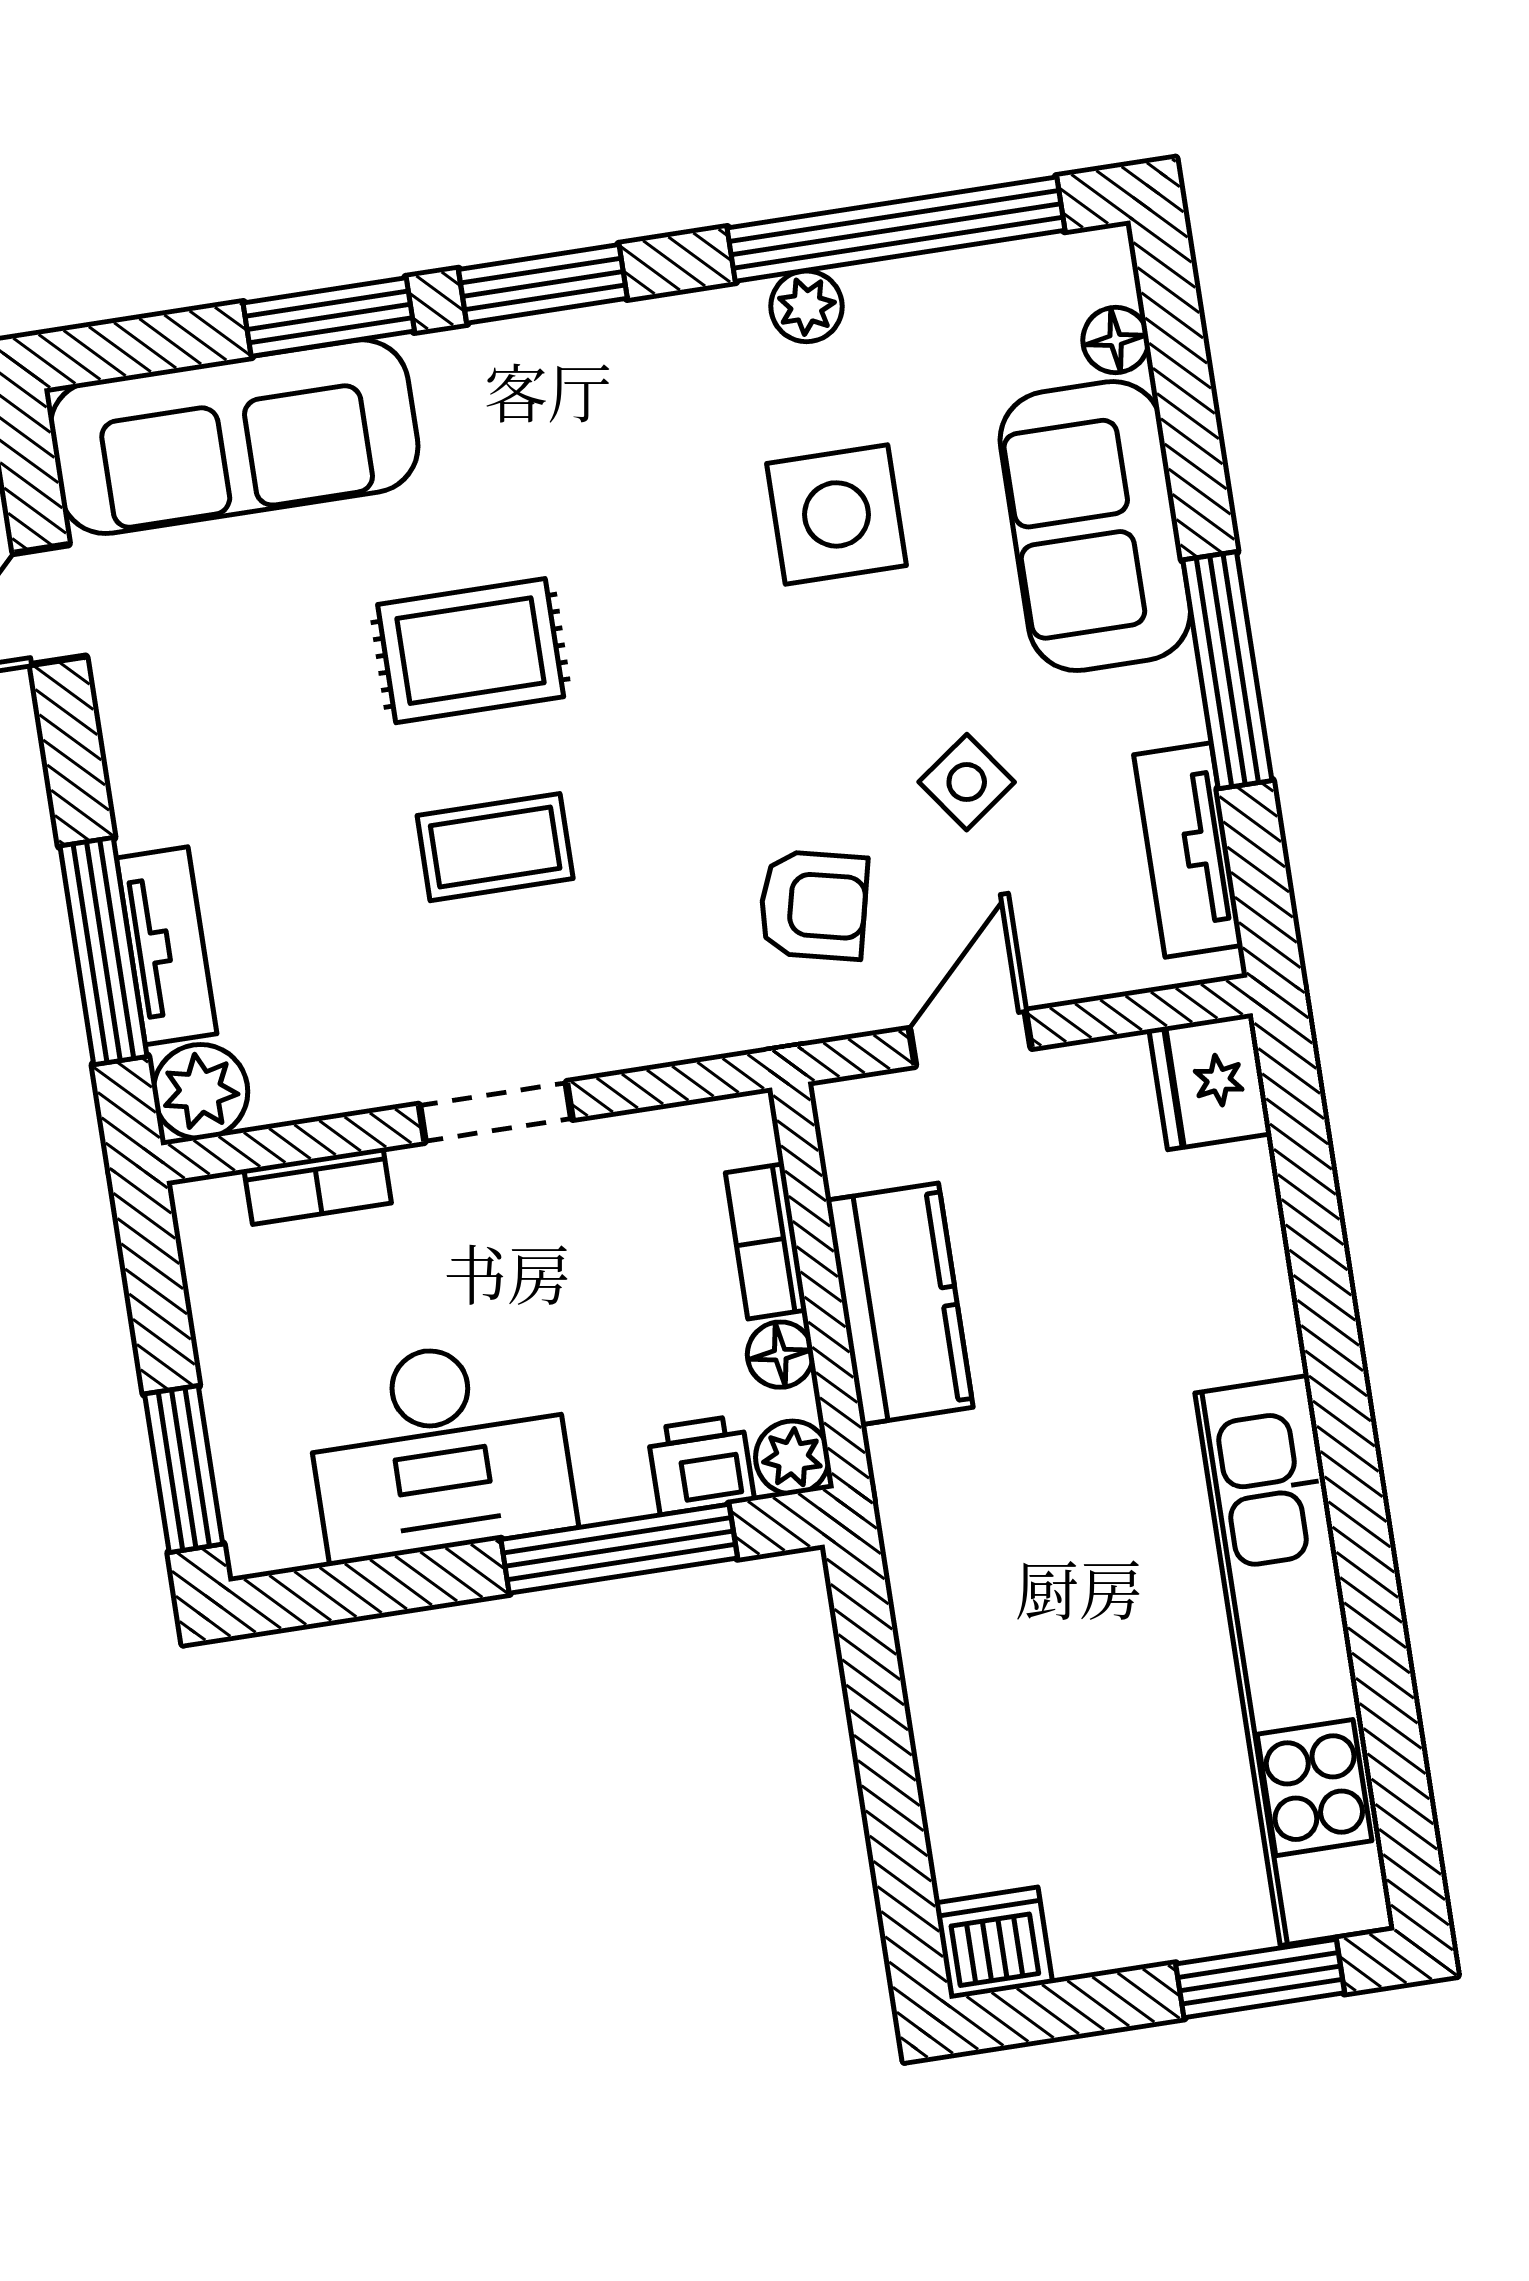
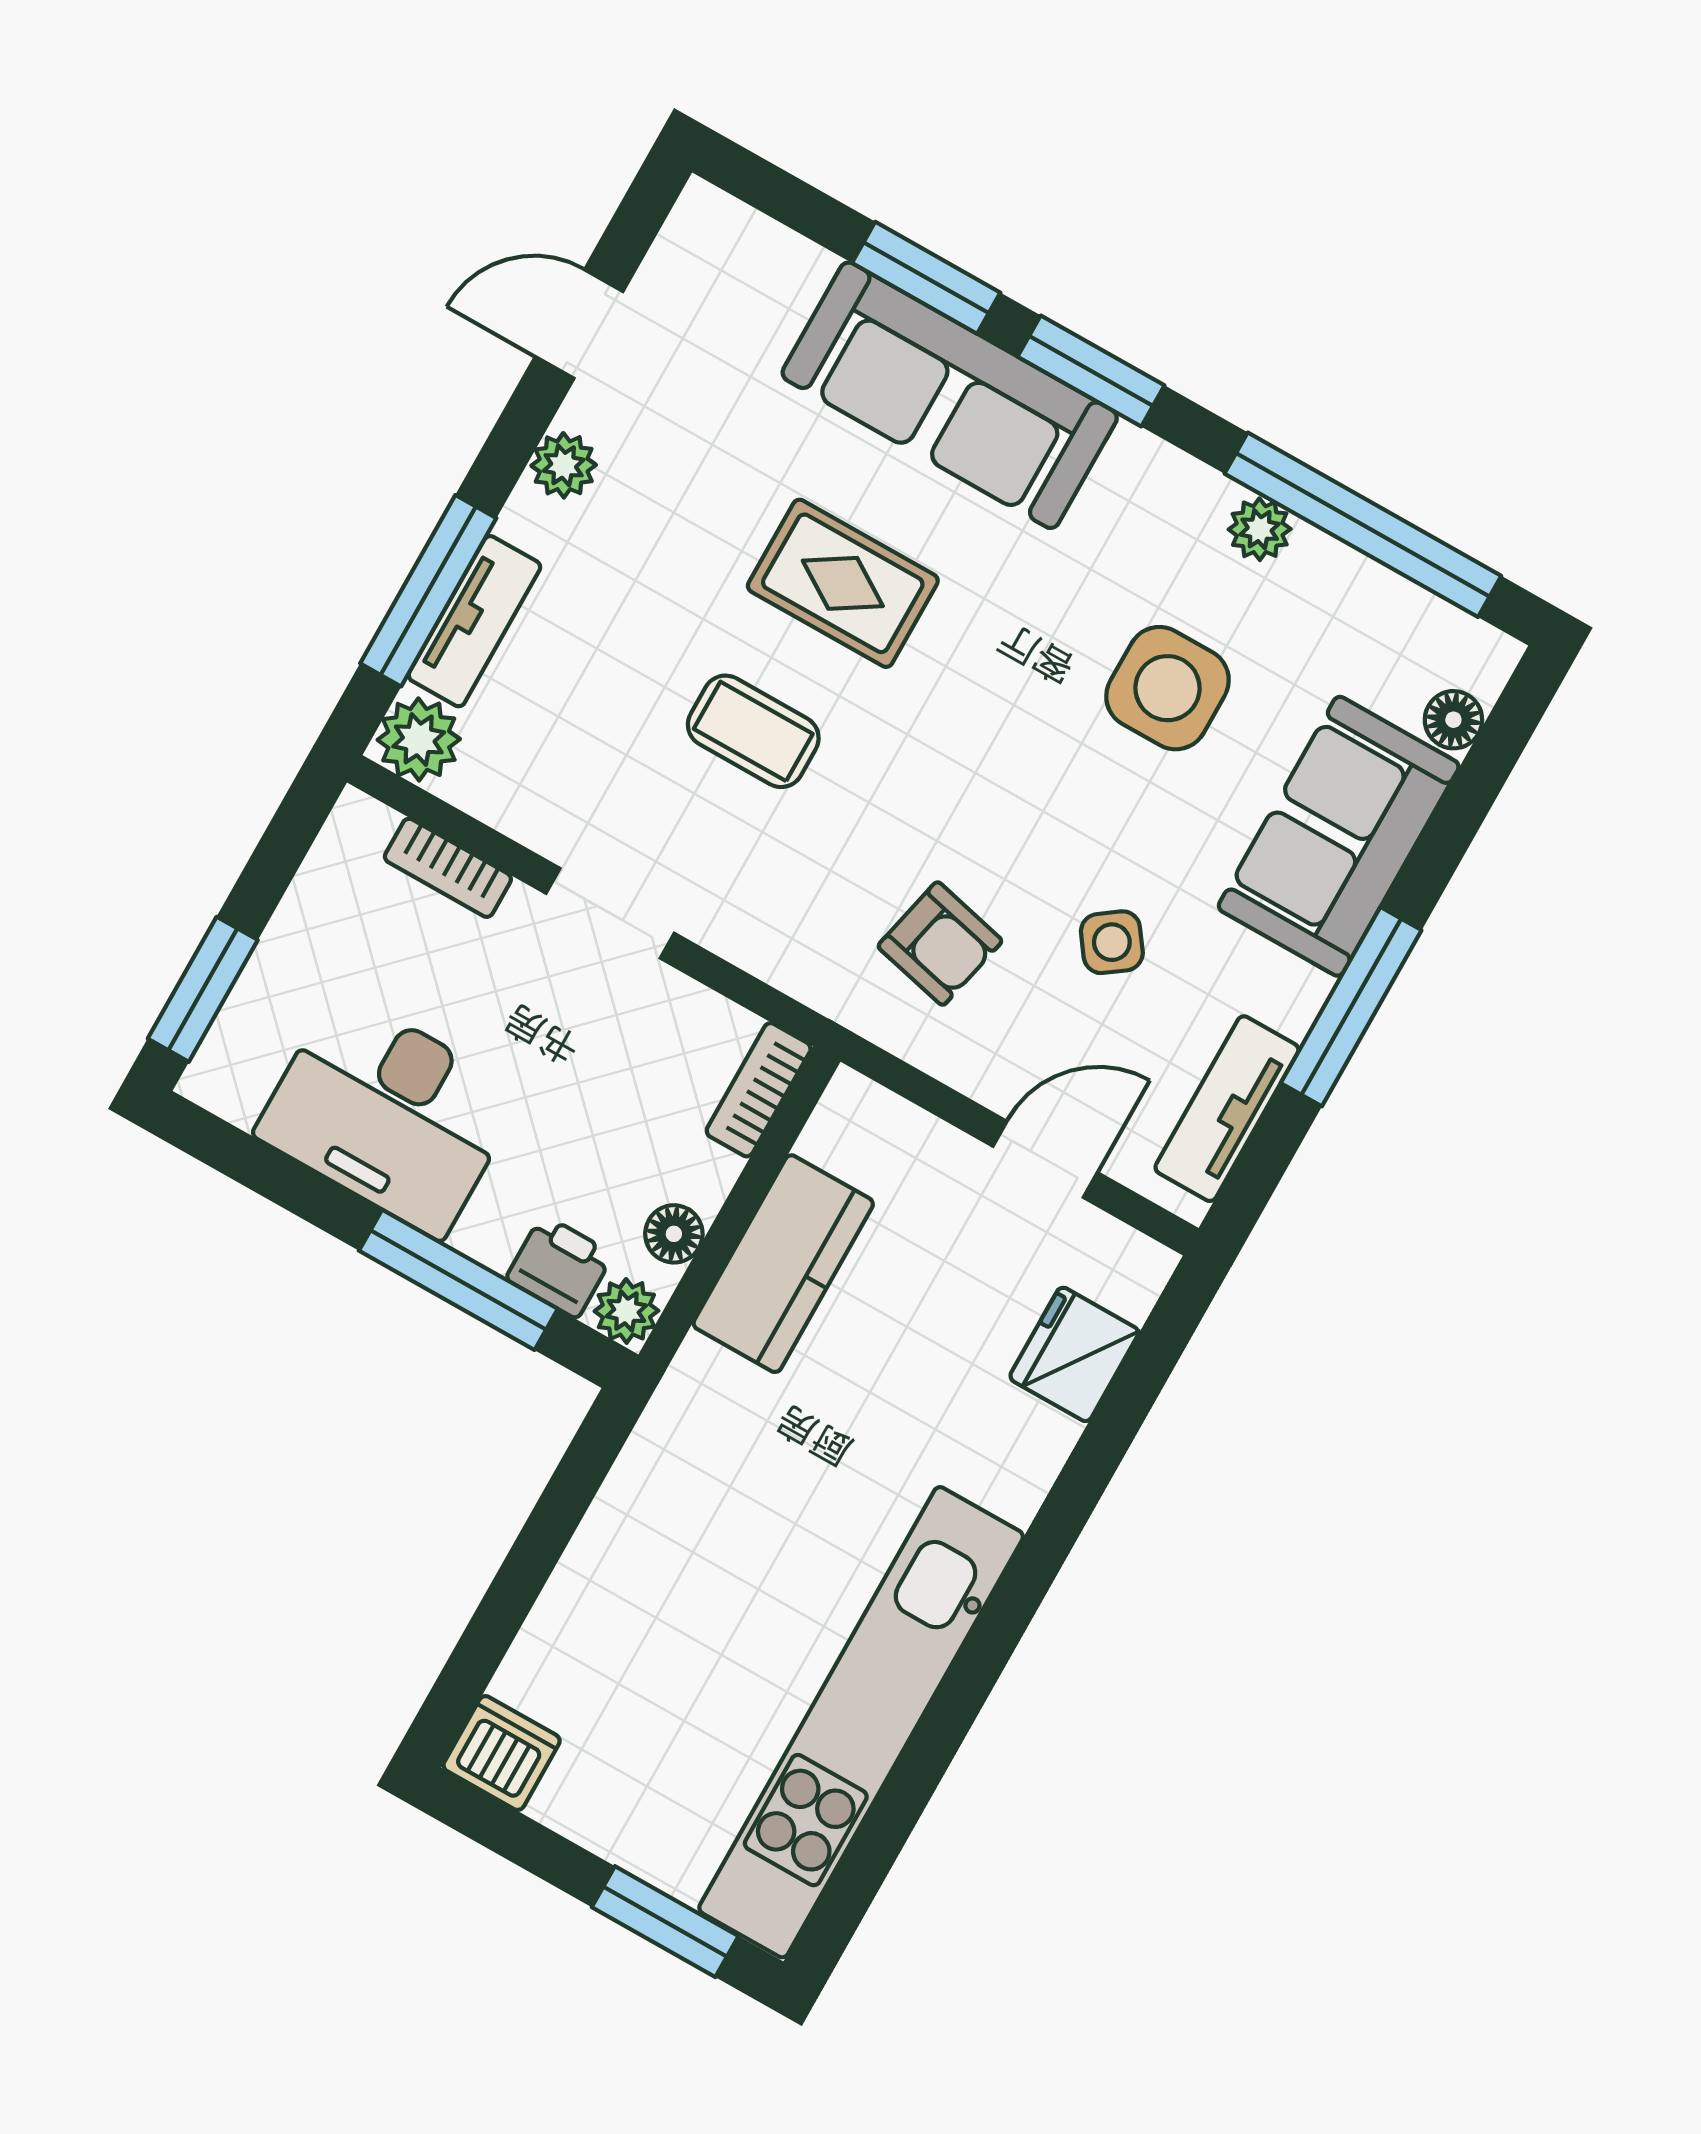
sofa: (234, 437) -> (950, 395), moved
plant: (136, 743) -> (564, 465), added
door: (970, 1038) -> (1045, 1159), moved
fridge: (1210, 1081) -> (1074, 1354), moved
bookcase: (766, 1241) -> (759, 1090), moved

